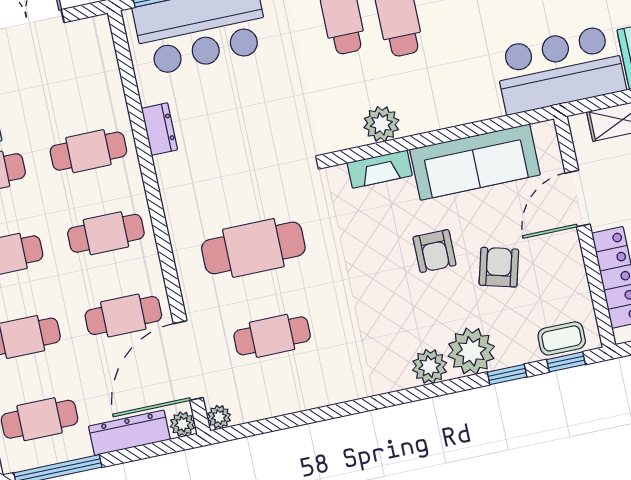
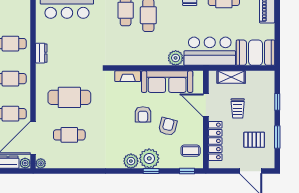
plant: (381, 124) -> (176, 58), moved
dresser: (159, 129) -> (41, 53), moved
door: (578, 199) -> (206, 105), hinge flipped
coffee table: (562, 338) -> (191, 151), moved
window: (507, 374) -> (151, 171), moved

